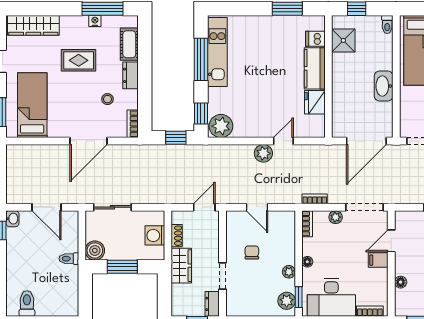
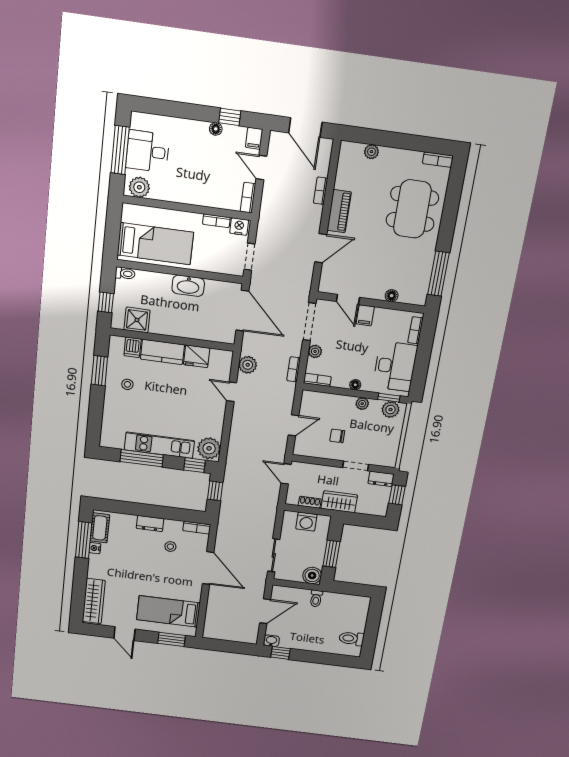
stool: (277, 37) -> (127, 384), added
cot: (129, 44) -> (100, 528), moved, turned 90
kitchen unit: (217, 52) -> (159, 445), moved
rug: (79, 60) -> (131, 567), removed
plant: (263, 153) -> (248, 365), moved

